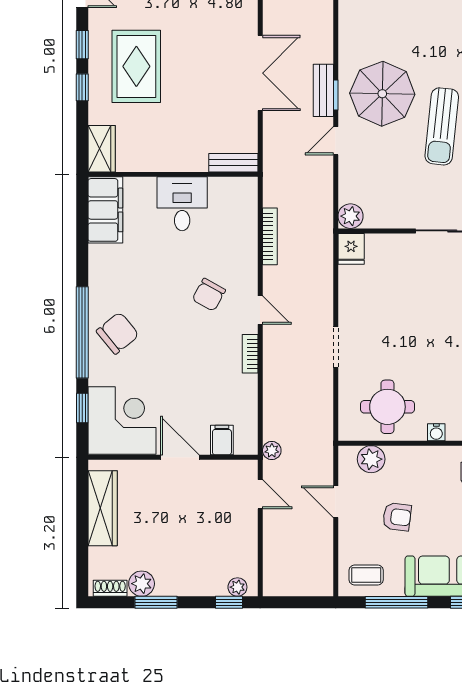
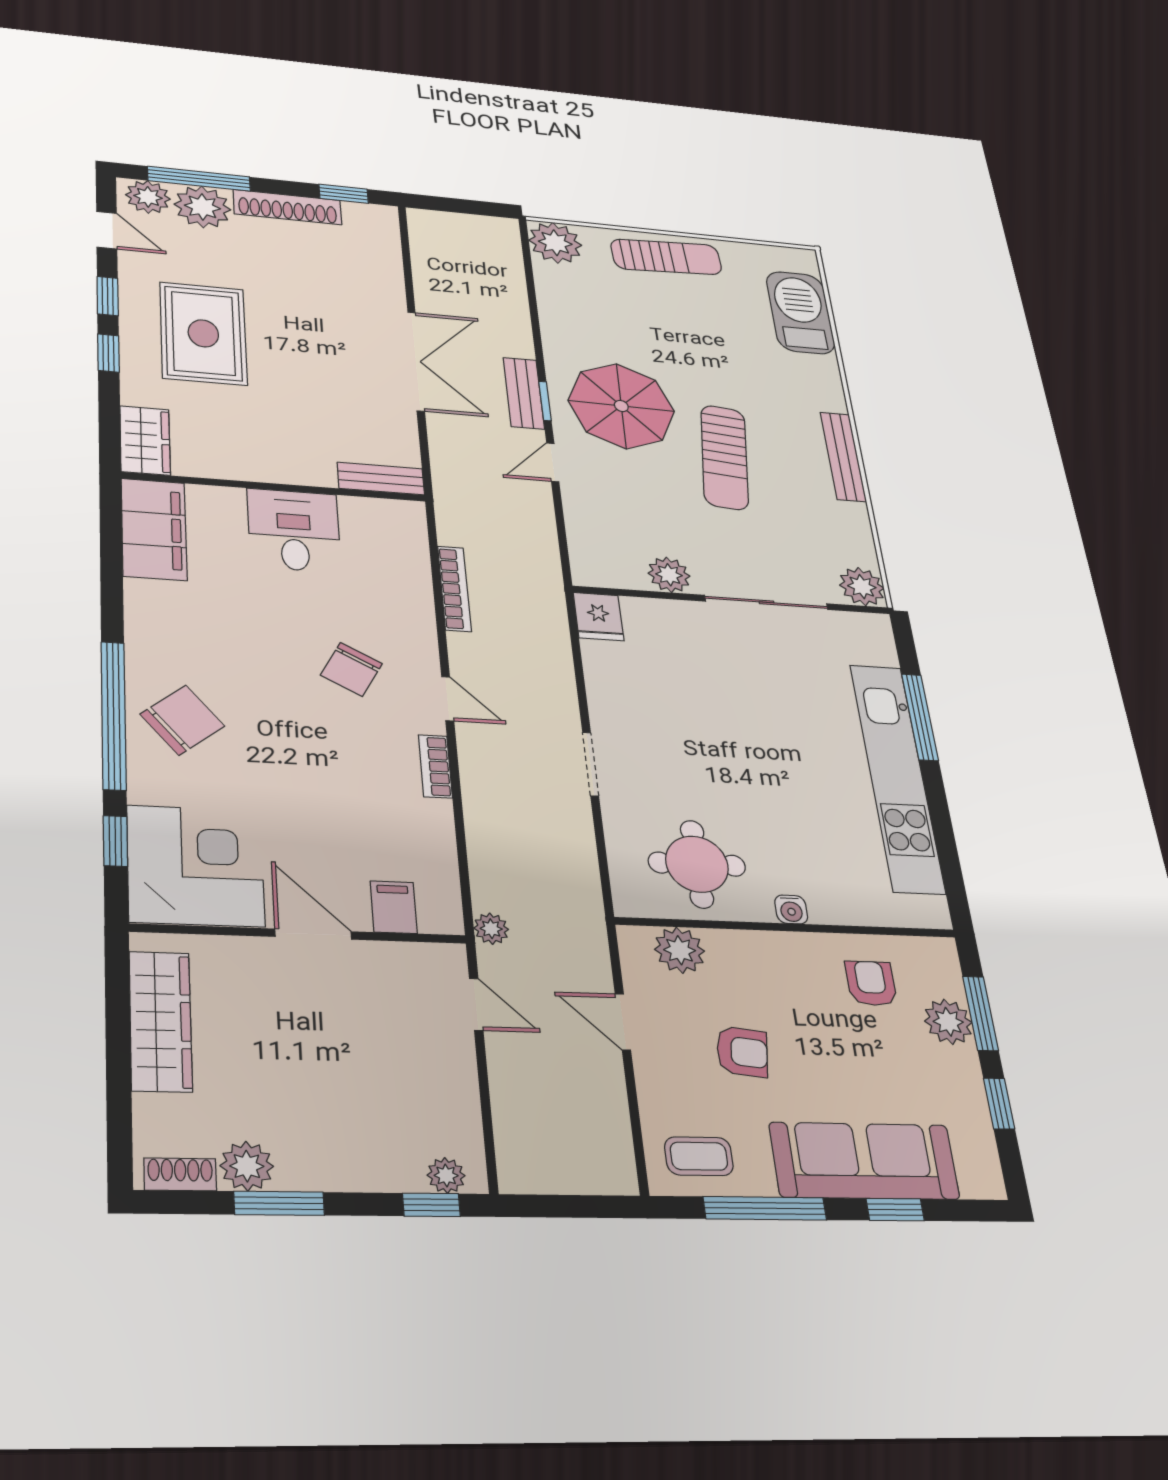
plant: (350, 216) -> (669, 575), moved

